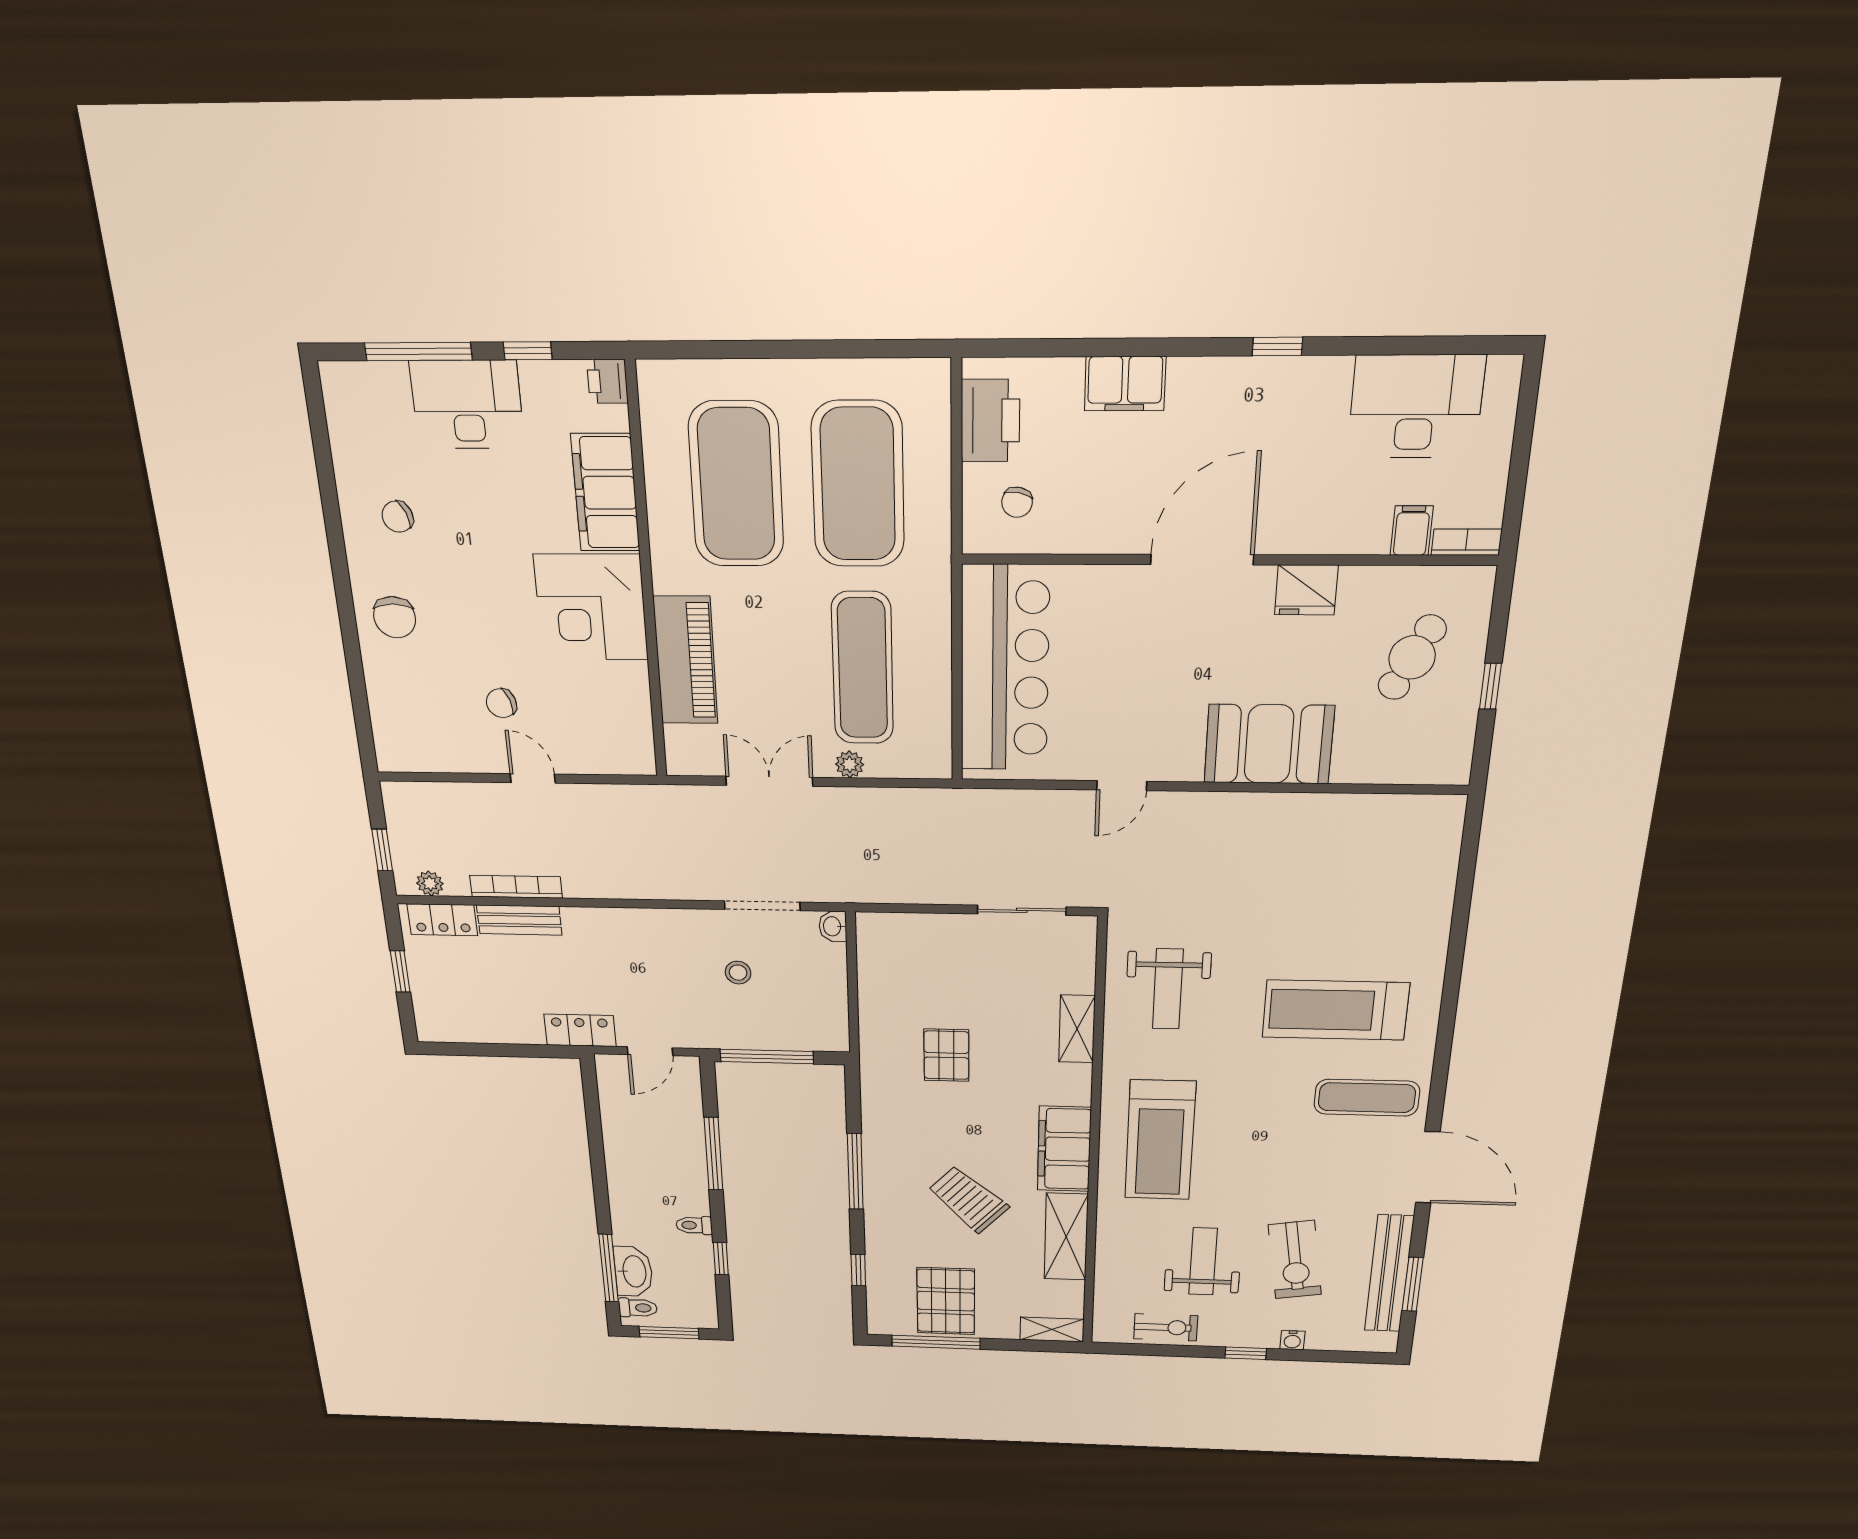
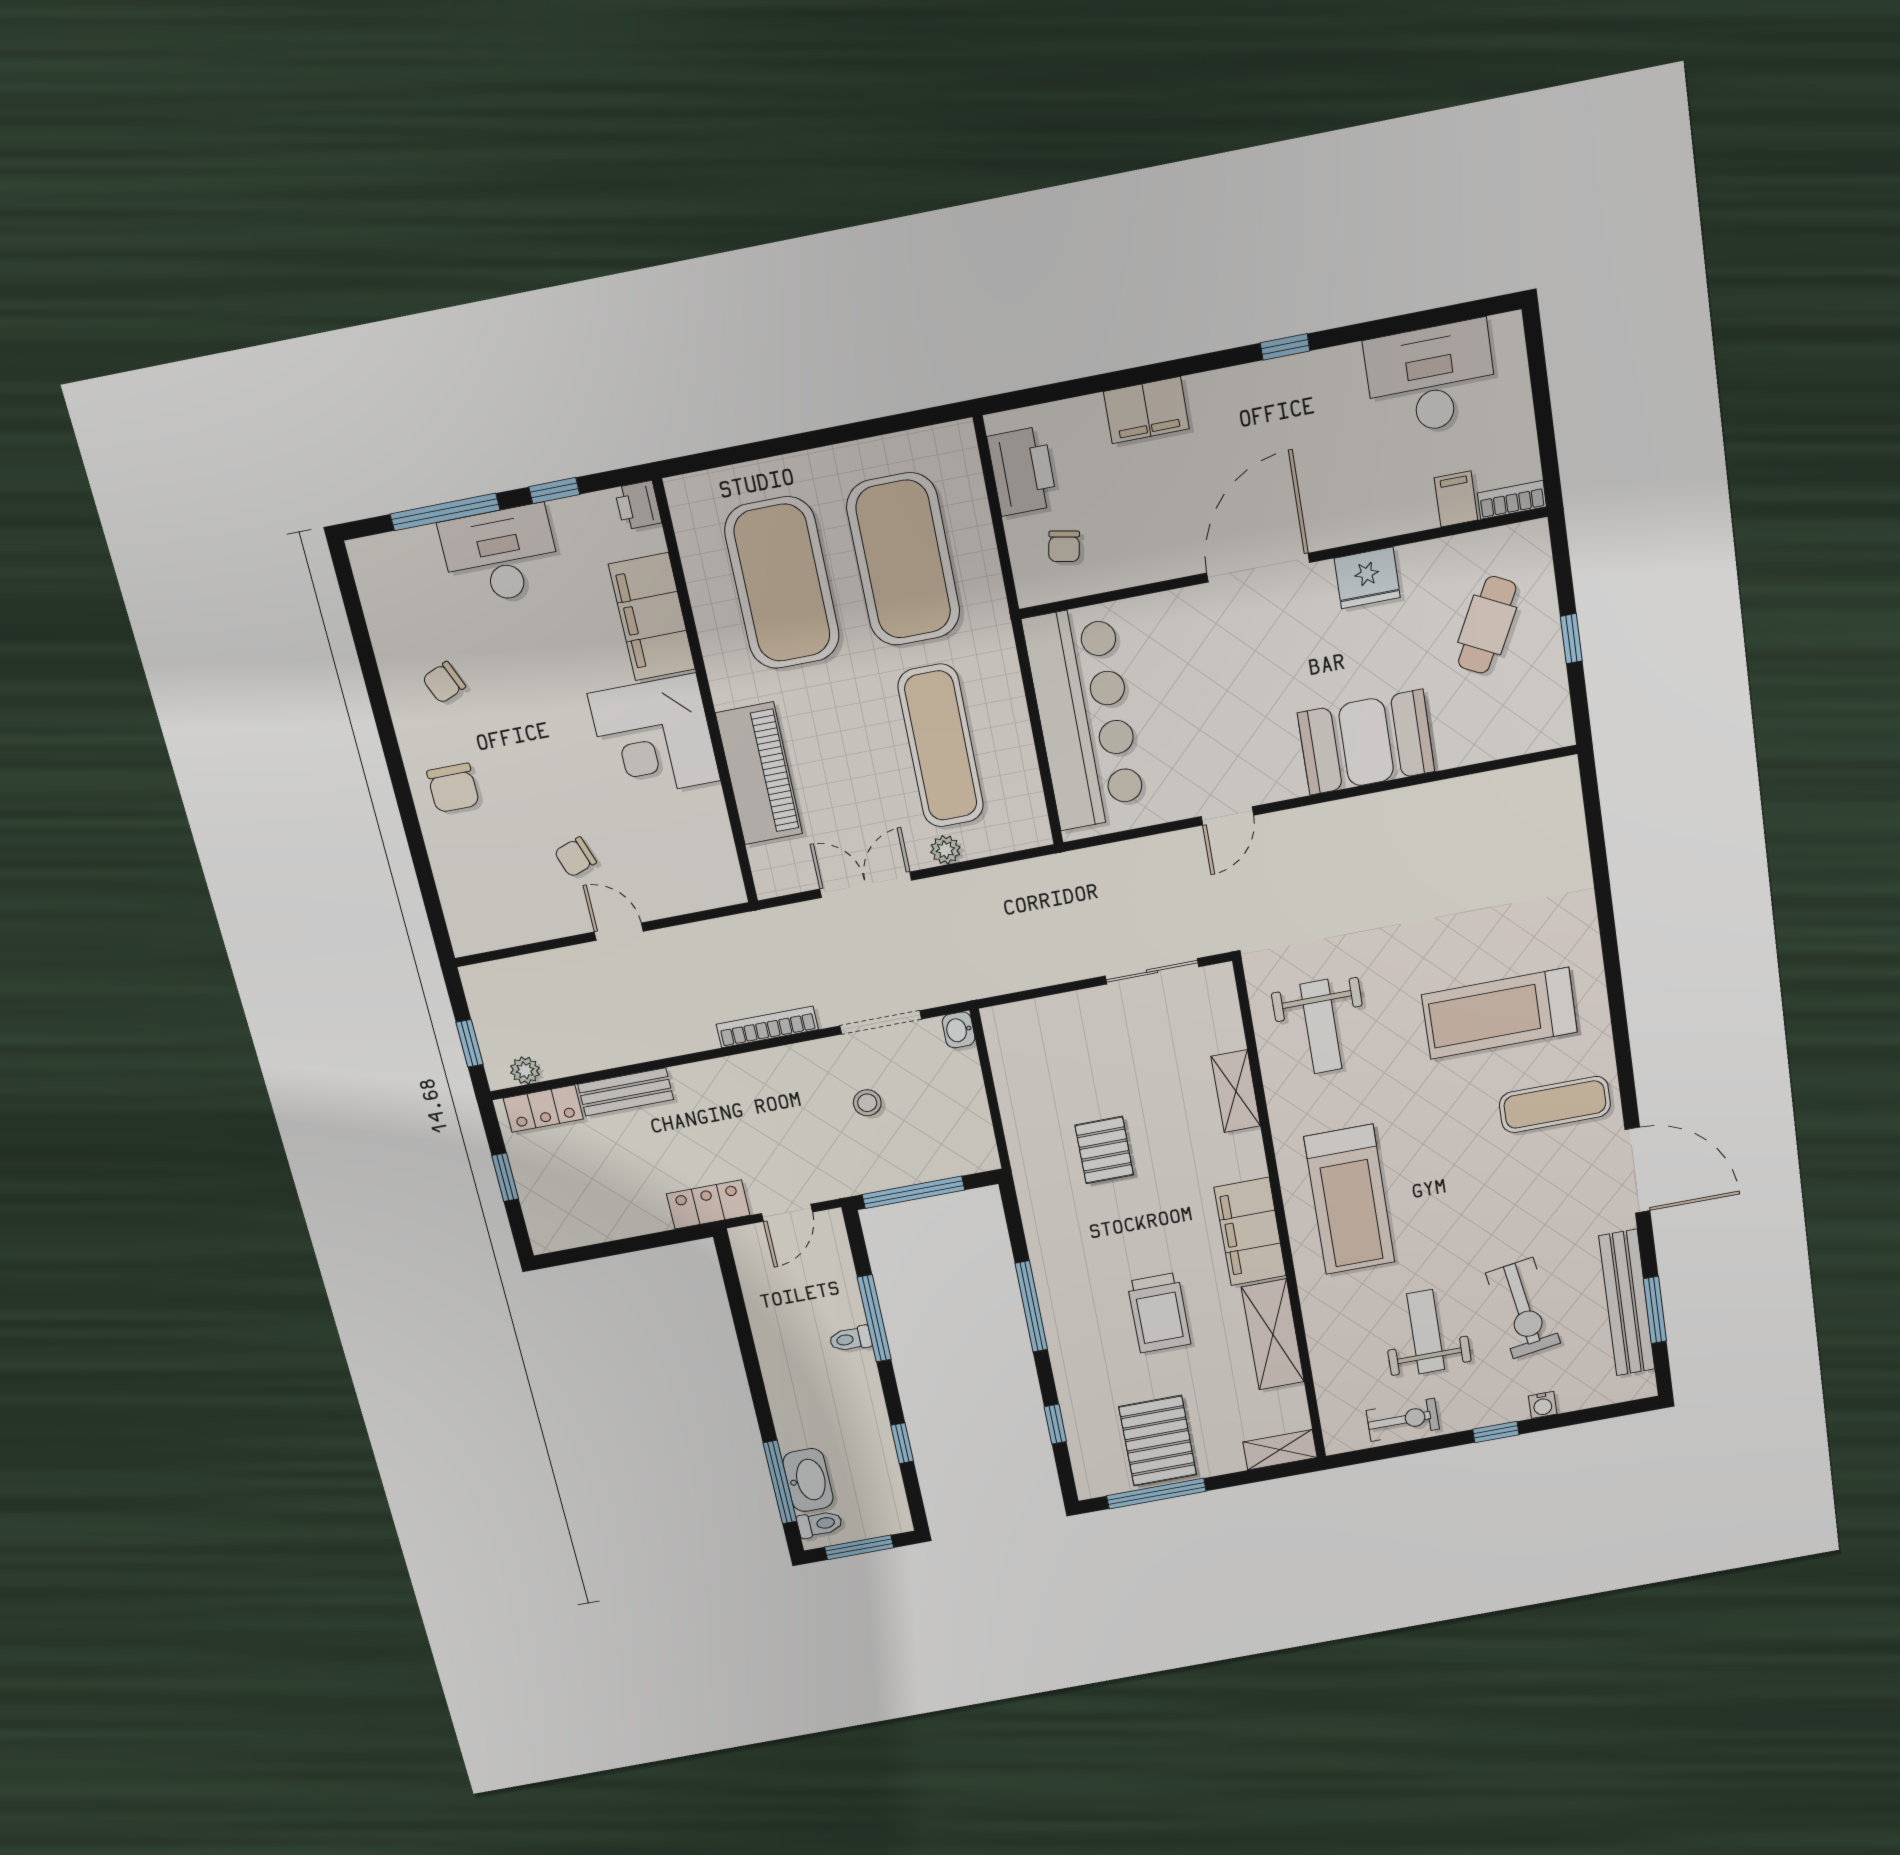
bookcase: (516, 887) -> (767, 1027), moved
trolley: (968, 1199) -> (1159, 1313), turned -133
toilet: (694, 1225) -> (851, 1339), moved

